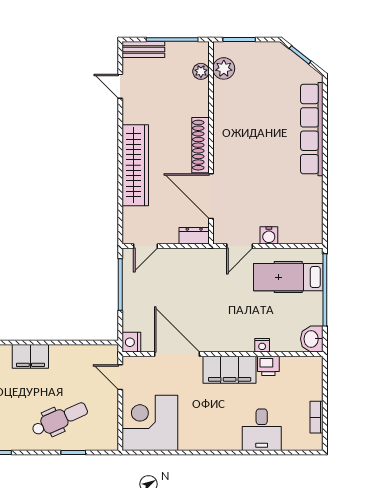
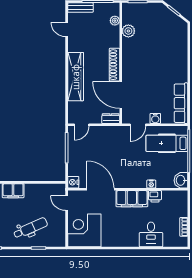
plant: (224, 68) -> (128, 31), moved
row of seats: (312, 129) -> (181, 103), moved, width x0.73

